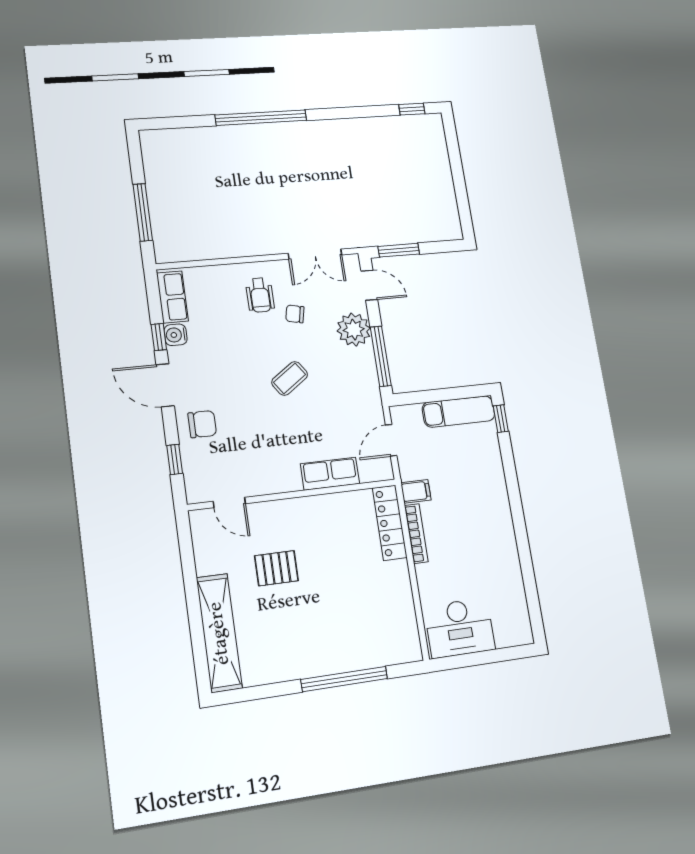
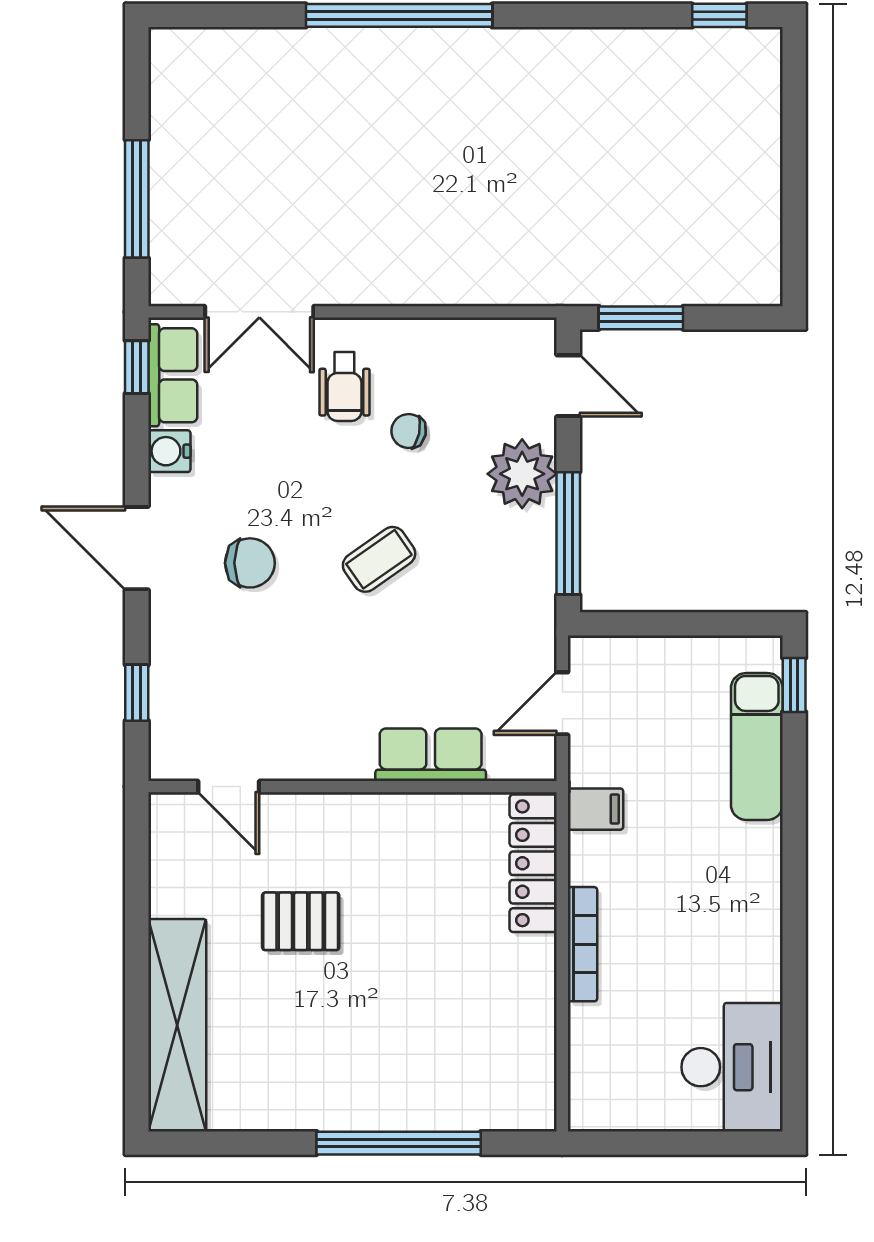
double door: (315, 254) -> (259, 312), moved
window: (159, 337) -> (137, 367), moved
exam couch: (459, 412) -> (757, 746), moved, turned 90
chair: (202, 424) -> (250, 563), moved
bookcase: (416, 534) -> (582, 944), moved
desk: (460, 628) -> (732, 1067), moved, turned -90

